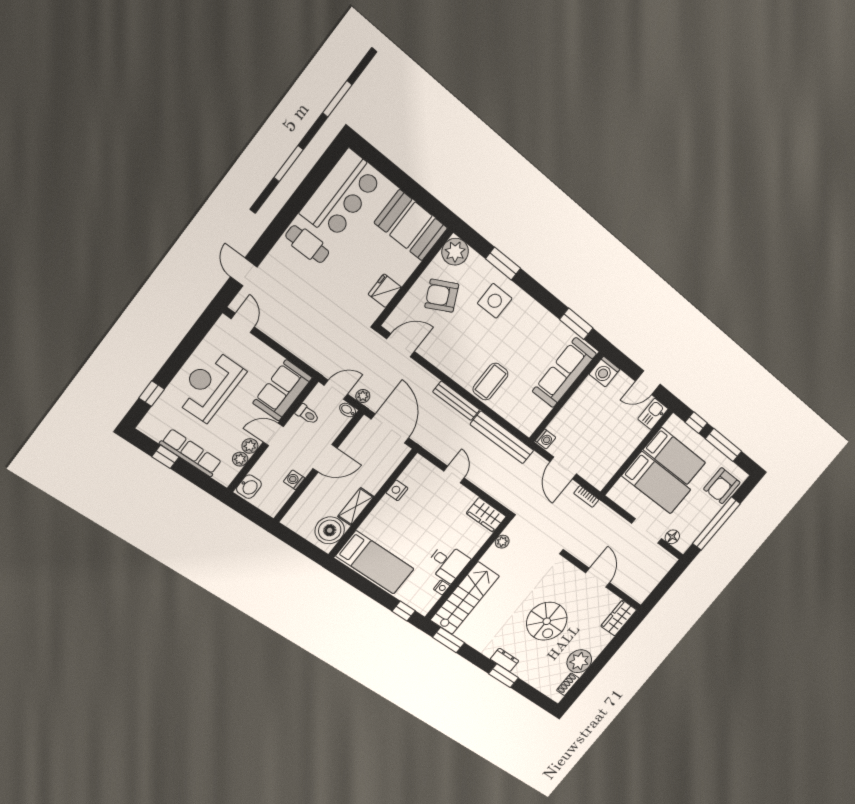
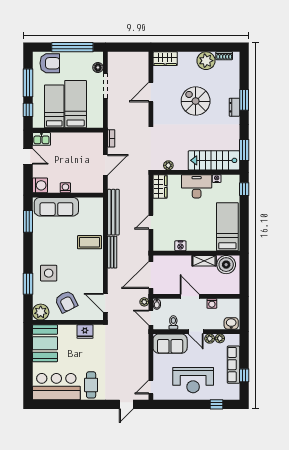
washing machine: (545, 439) -> (65, 188), moved
desk: (448, 563) -> (197, 186), width x1.37
spiral stairs: (547, 621) -> (196, 101), turned -90

